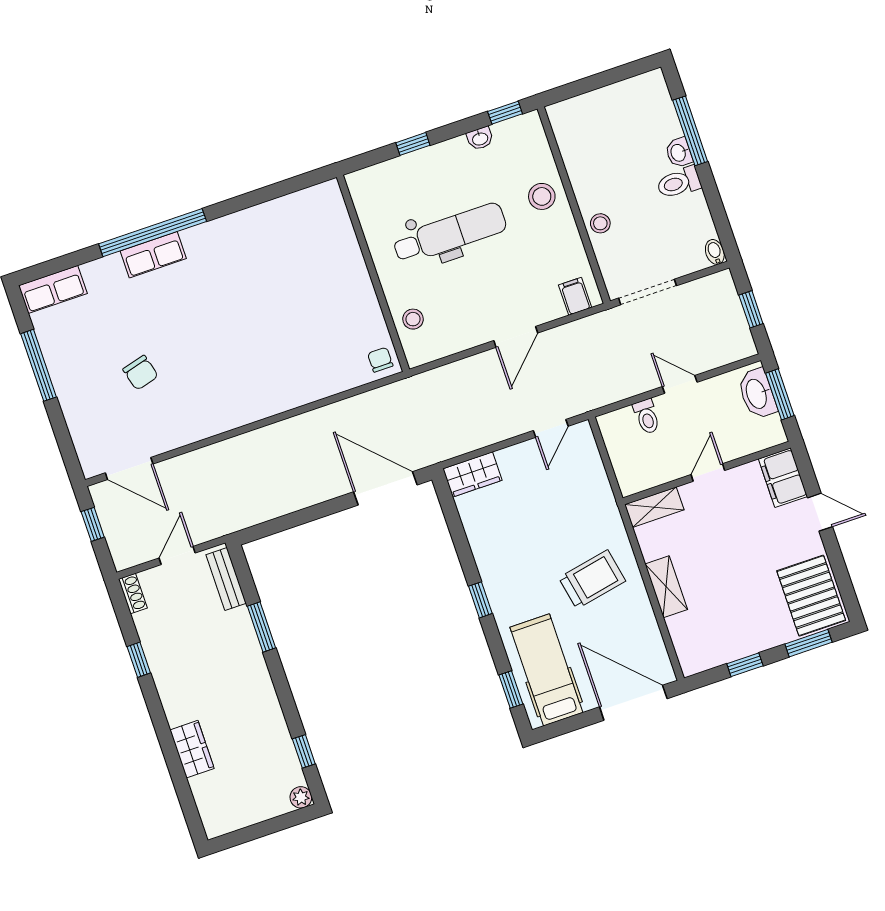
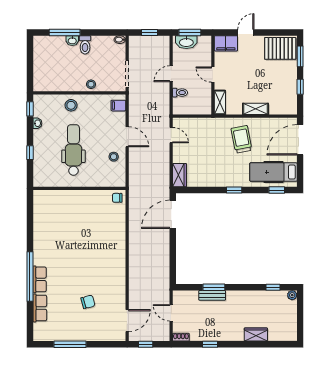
row of seats: (53, 290) -> (40, 308), moved
stool: (413, 319) -> (114, 157), moved
bench: (226, 579) -> (212, 295), moved

